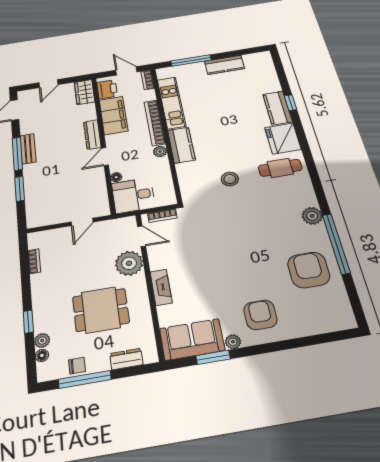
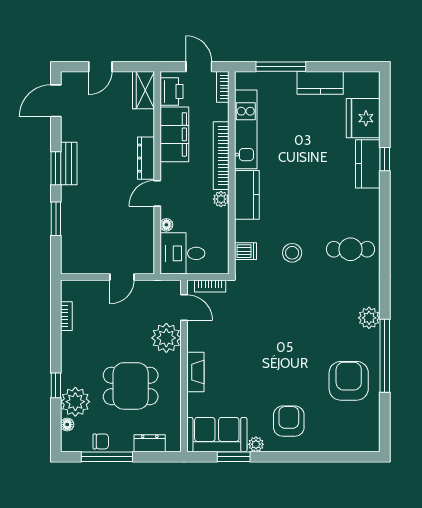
fridge: (283, 138) -> (363, 118), moved
window: (17, 154) -> (56, 168), width x0.69
dishwasher: (189, 184) -> (246, 251), added
plant: (42, 340) -> (75, 402), width x1.88, depth x1.88

